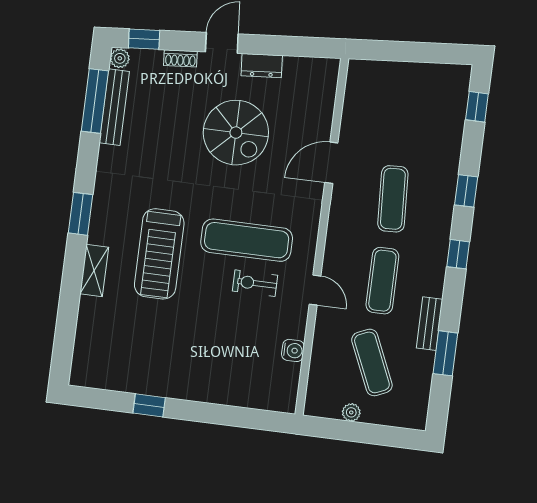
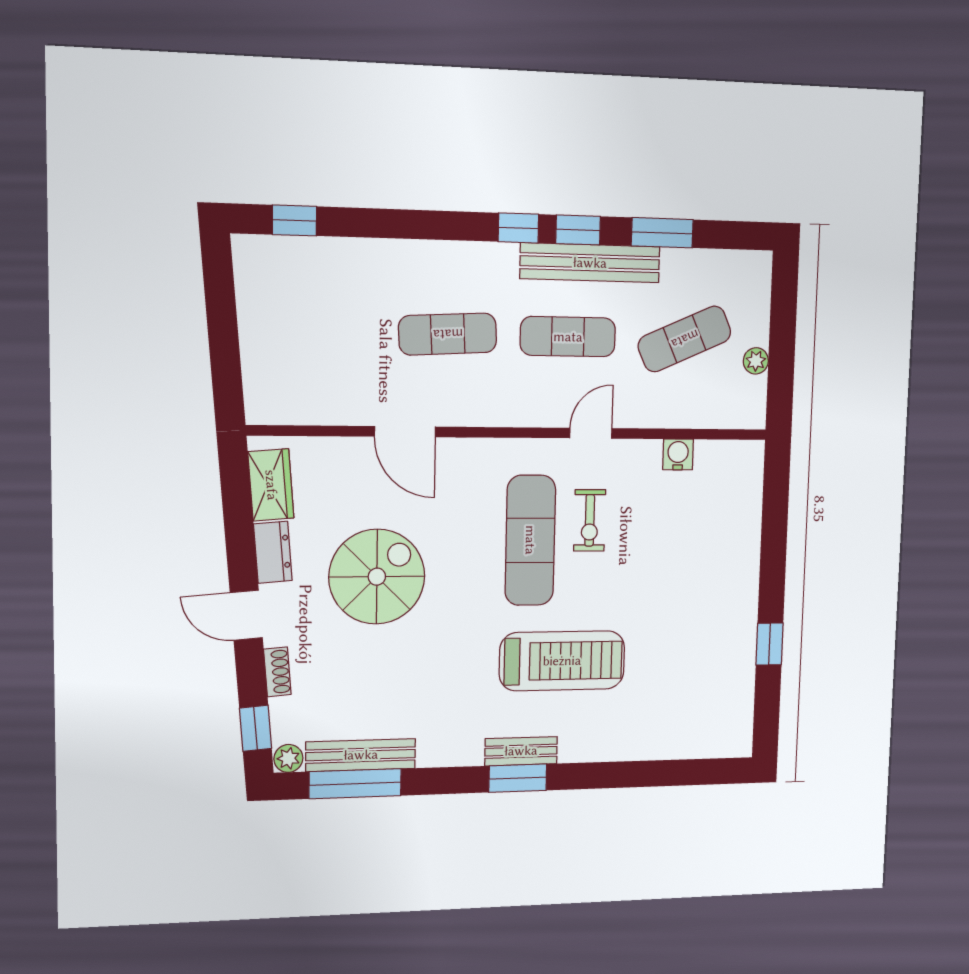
wardrobe: (307, 70) -> (271, 485), added
window: (466, 191) -> (578, 230), moved
bench: (99, 218) -> (521, 751), added
shelving: (94, 271) -> (594, 747), removed
bench: (430, 324) -> (590, 263), width x1.86, depth x1.21

